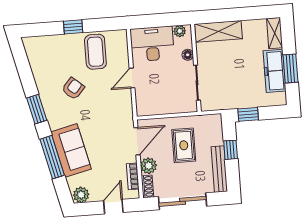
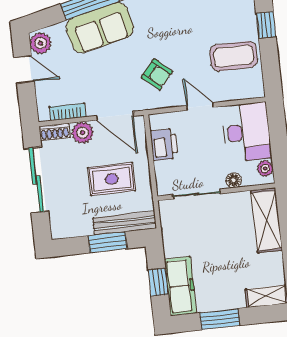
freezer: (275, 71) -> (180, 286), moved, turned 90
armchair: (73, 88) -> (157, 74), moved
printer: (159, 106) -> (164, 145), added
window: (248, 114) -> (158, 282), moved
window: (231, 150) -> (108, 242), width x1.50
bench: (219, 169) -> (125, 223), moved
door: (113, 207) -> (24, 70), moved

